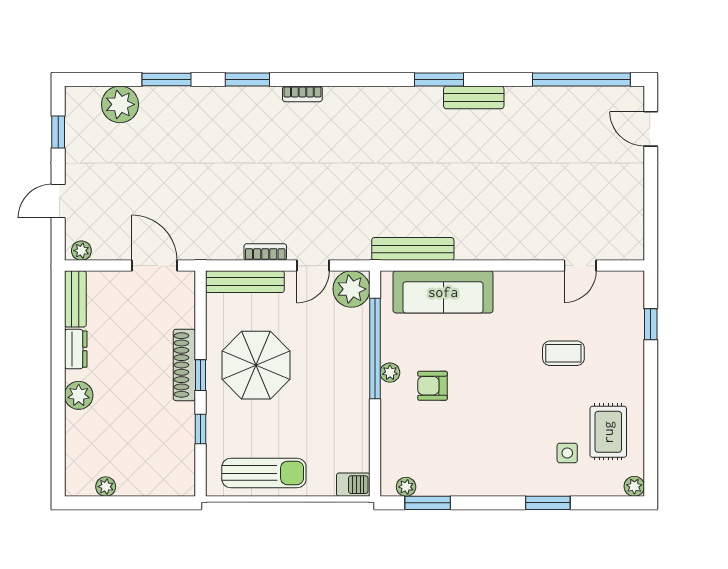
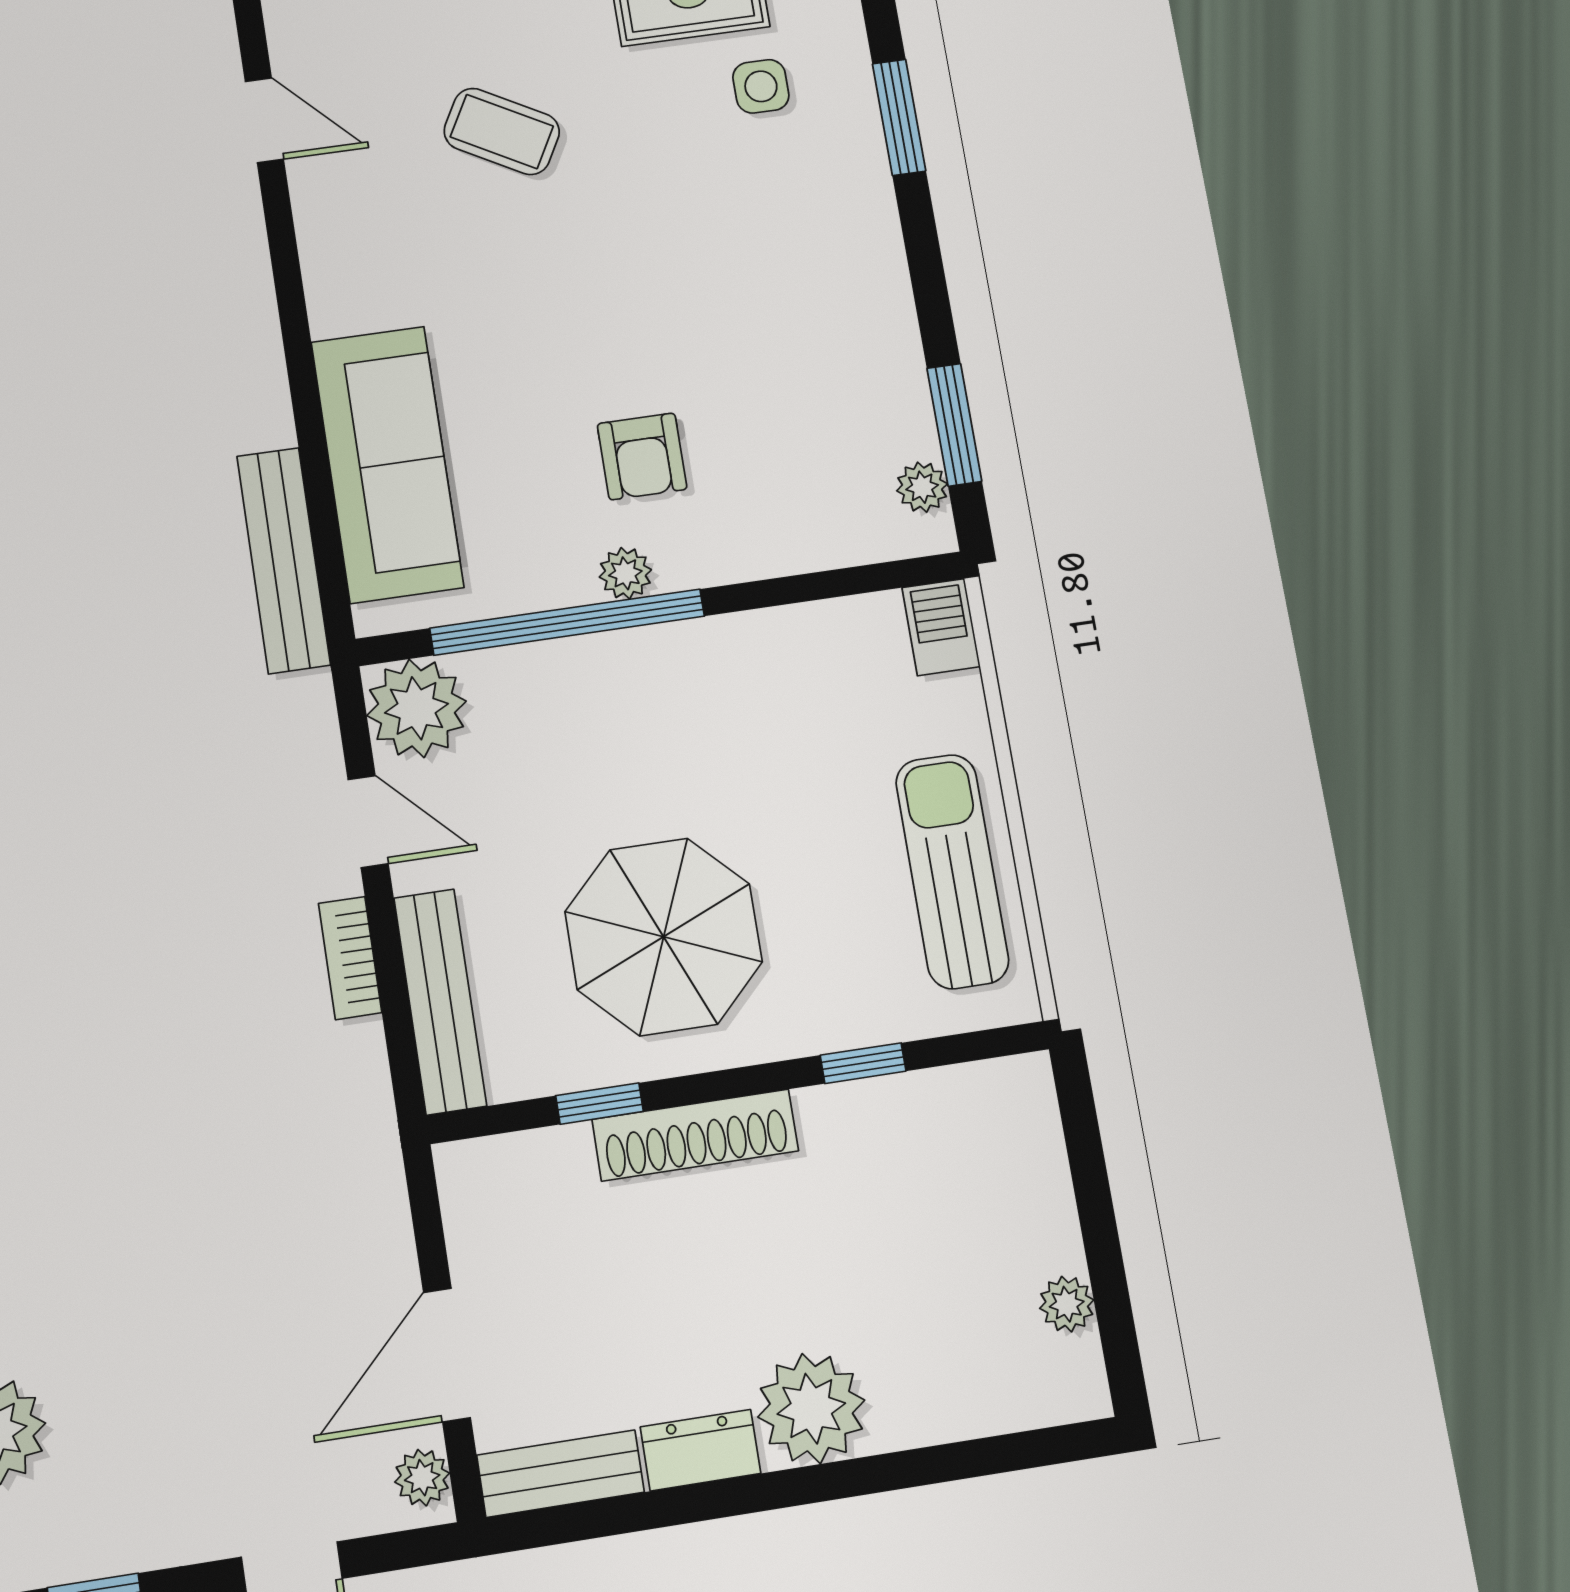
door: (155, 266) -> (447, 1355), moved
coffee table: (563, 353) -> (502, 131), turned -61
window: (201, 375) -> (600, 1104), moved
plant: (79, 395) -> (811, 1409), width x1.36, depth x1.36

